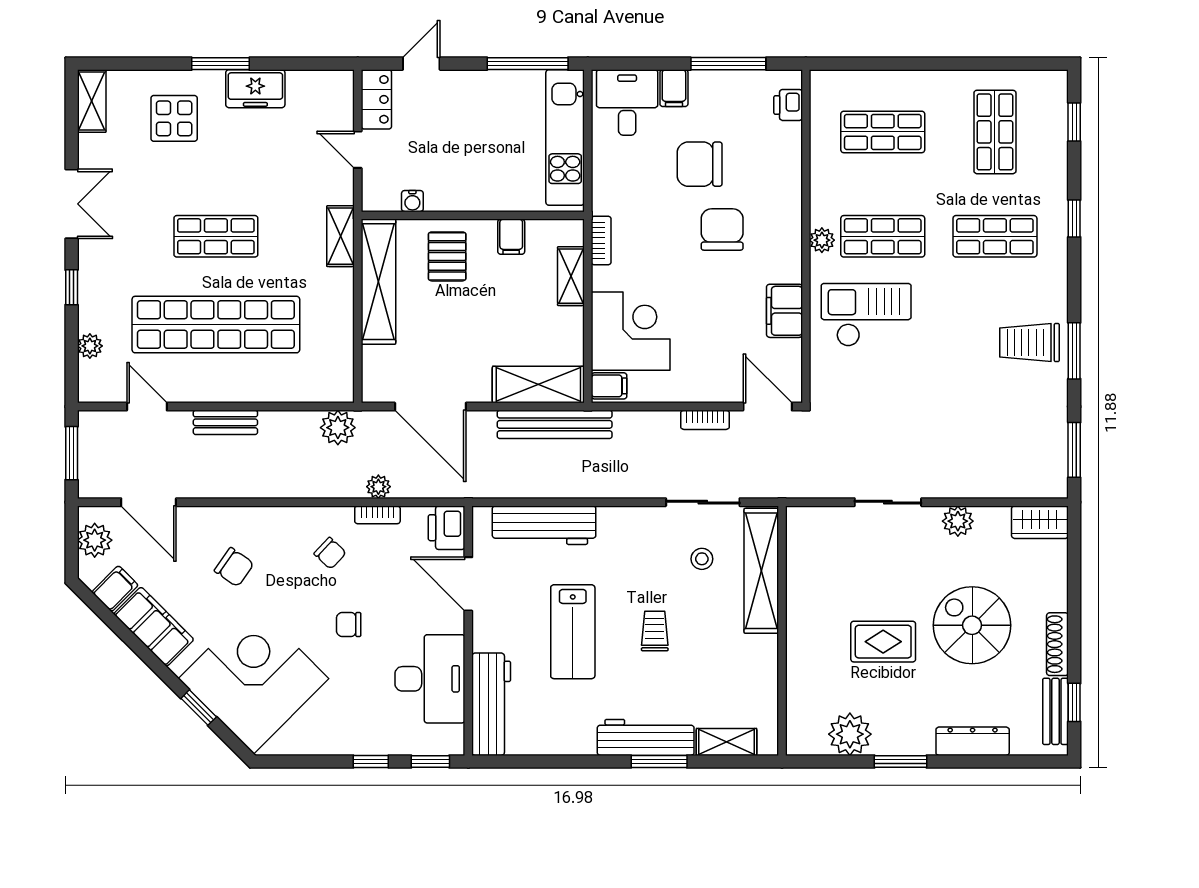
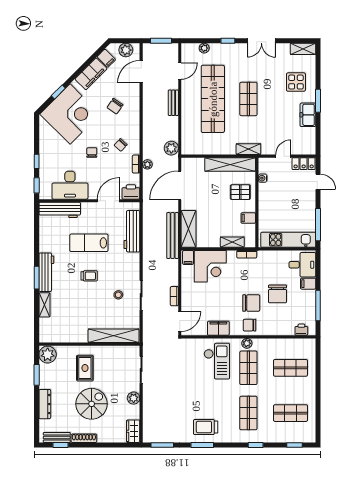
shop shelf: (883, 132) -> (290, 368), turned 90
chair: (700, 164) -> (278, 294), turned 180
chair: (777, 233) -> (250, 325), added
trolley: (1029, 343) -> (206, 427), turned -90
shelving: (761, 571) -> (114, 336), moved
wall: (782, 631) -> (89, 344), moved

